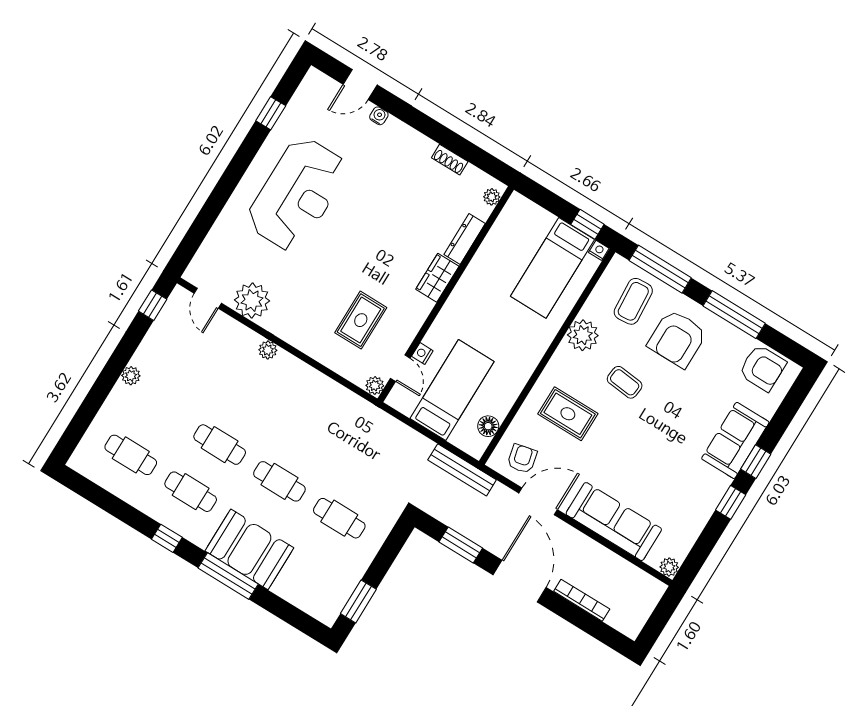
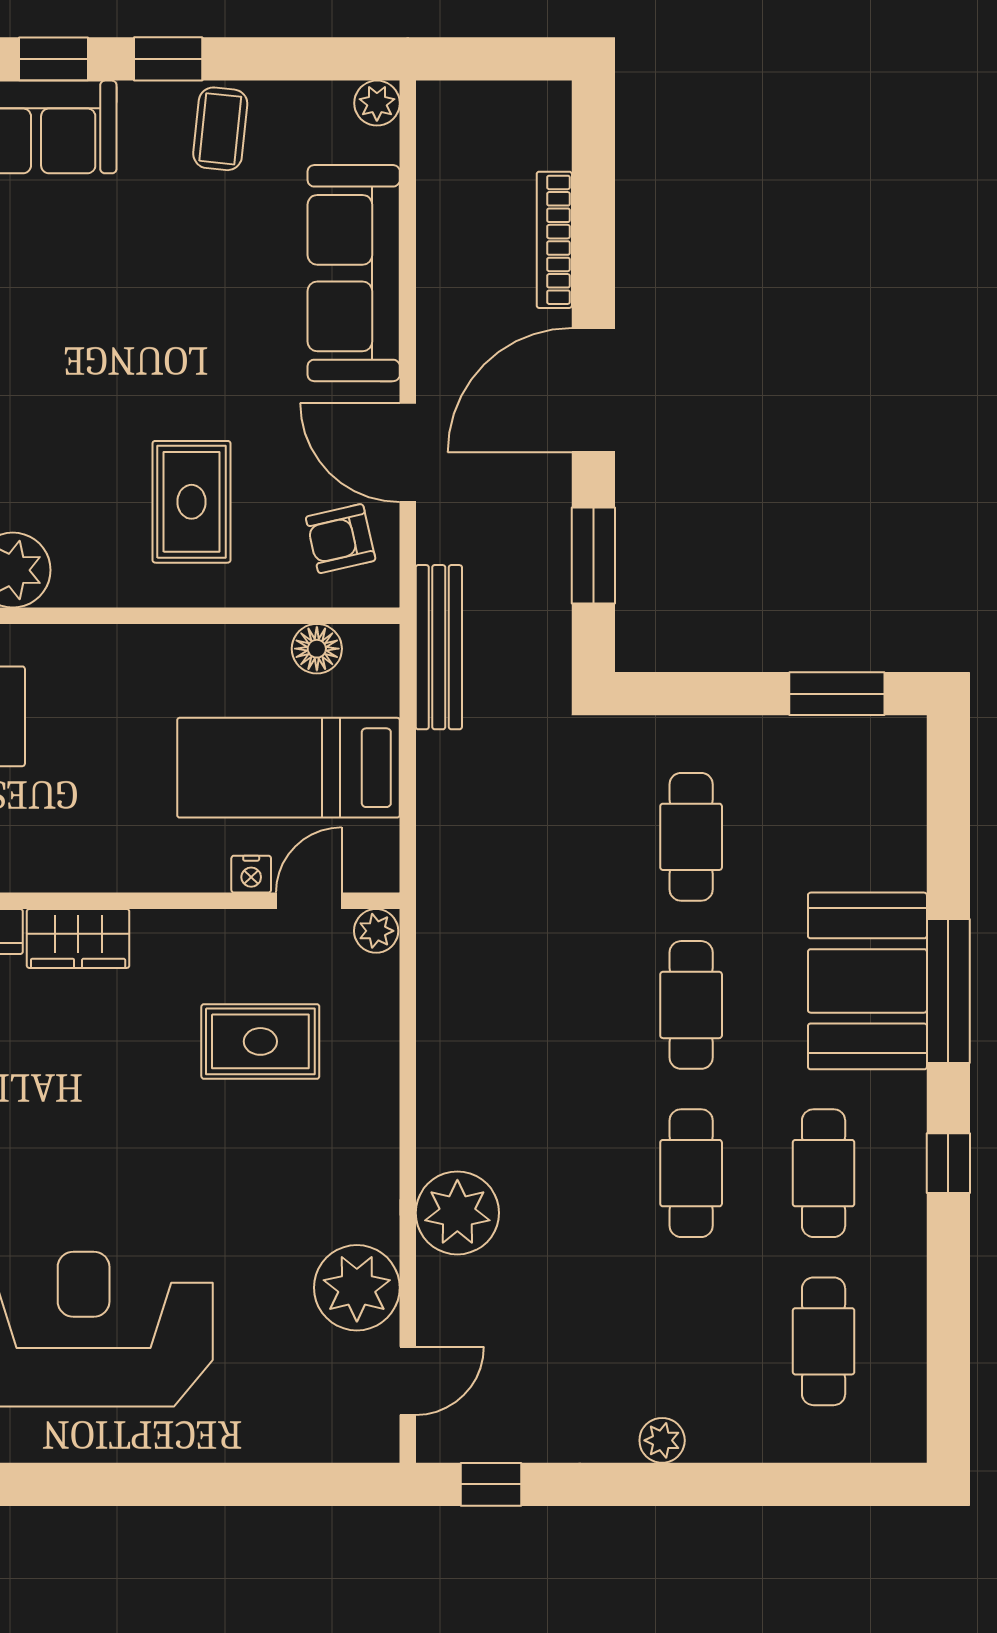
plant: (268, 350) -> (457, 1213), width x1.87, depth x1.87
coffee table: (625, 382) -> (220, 129), moved

